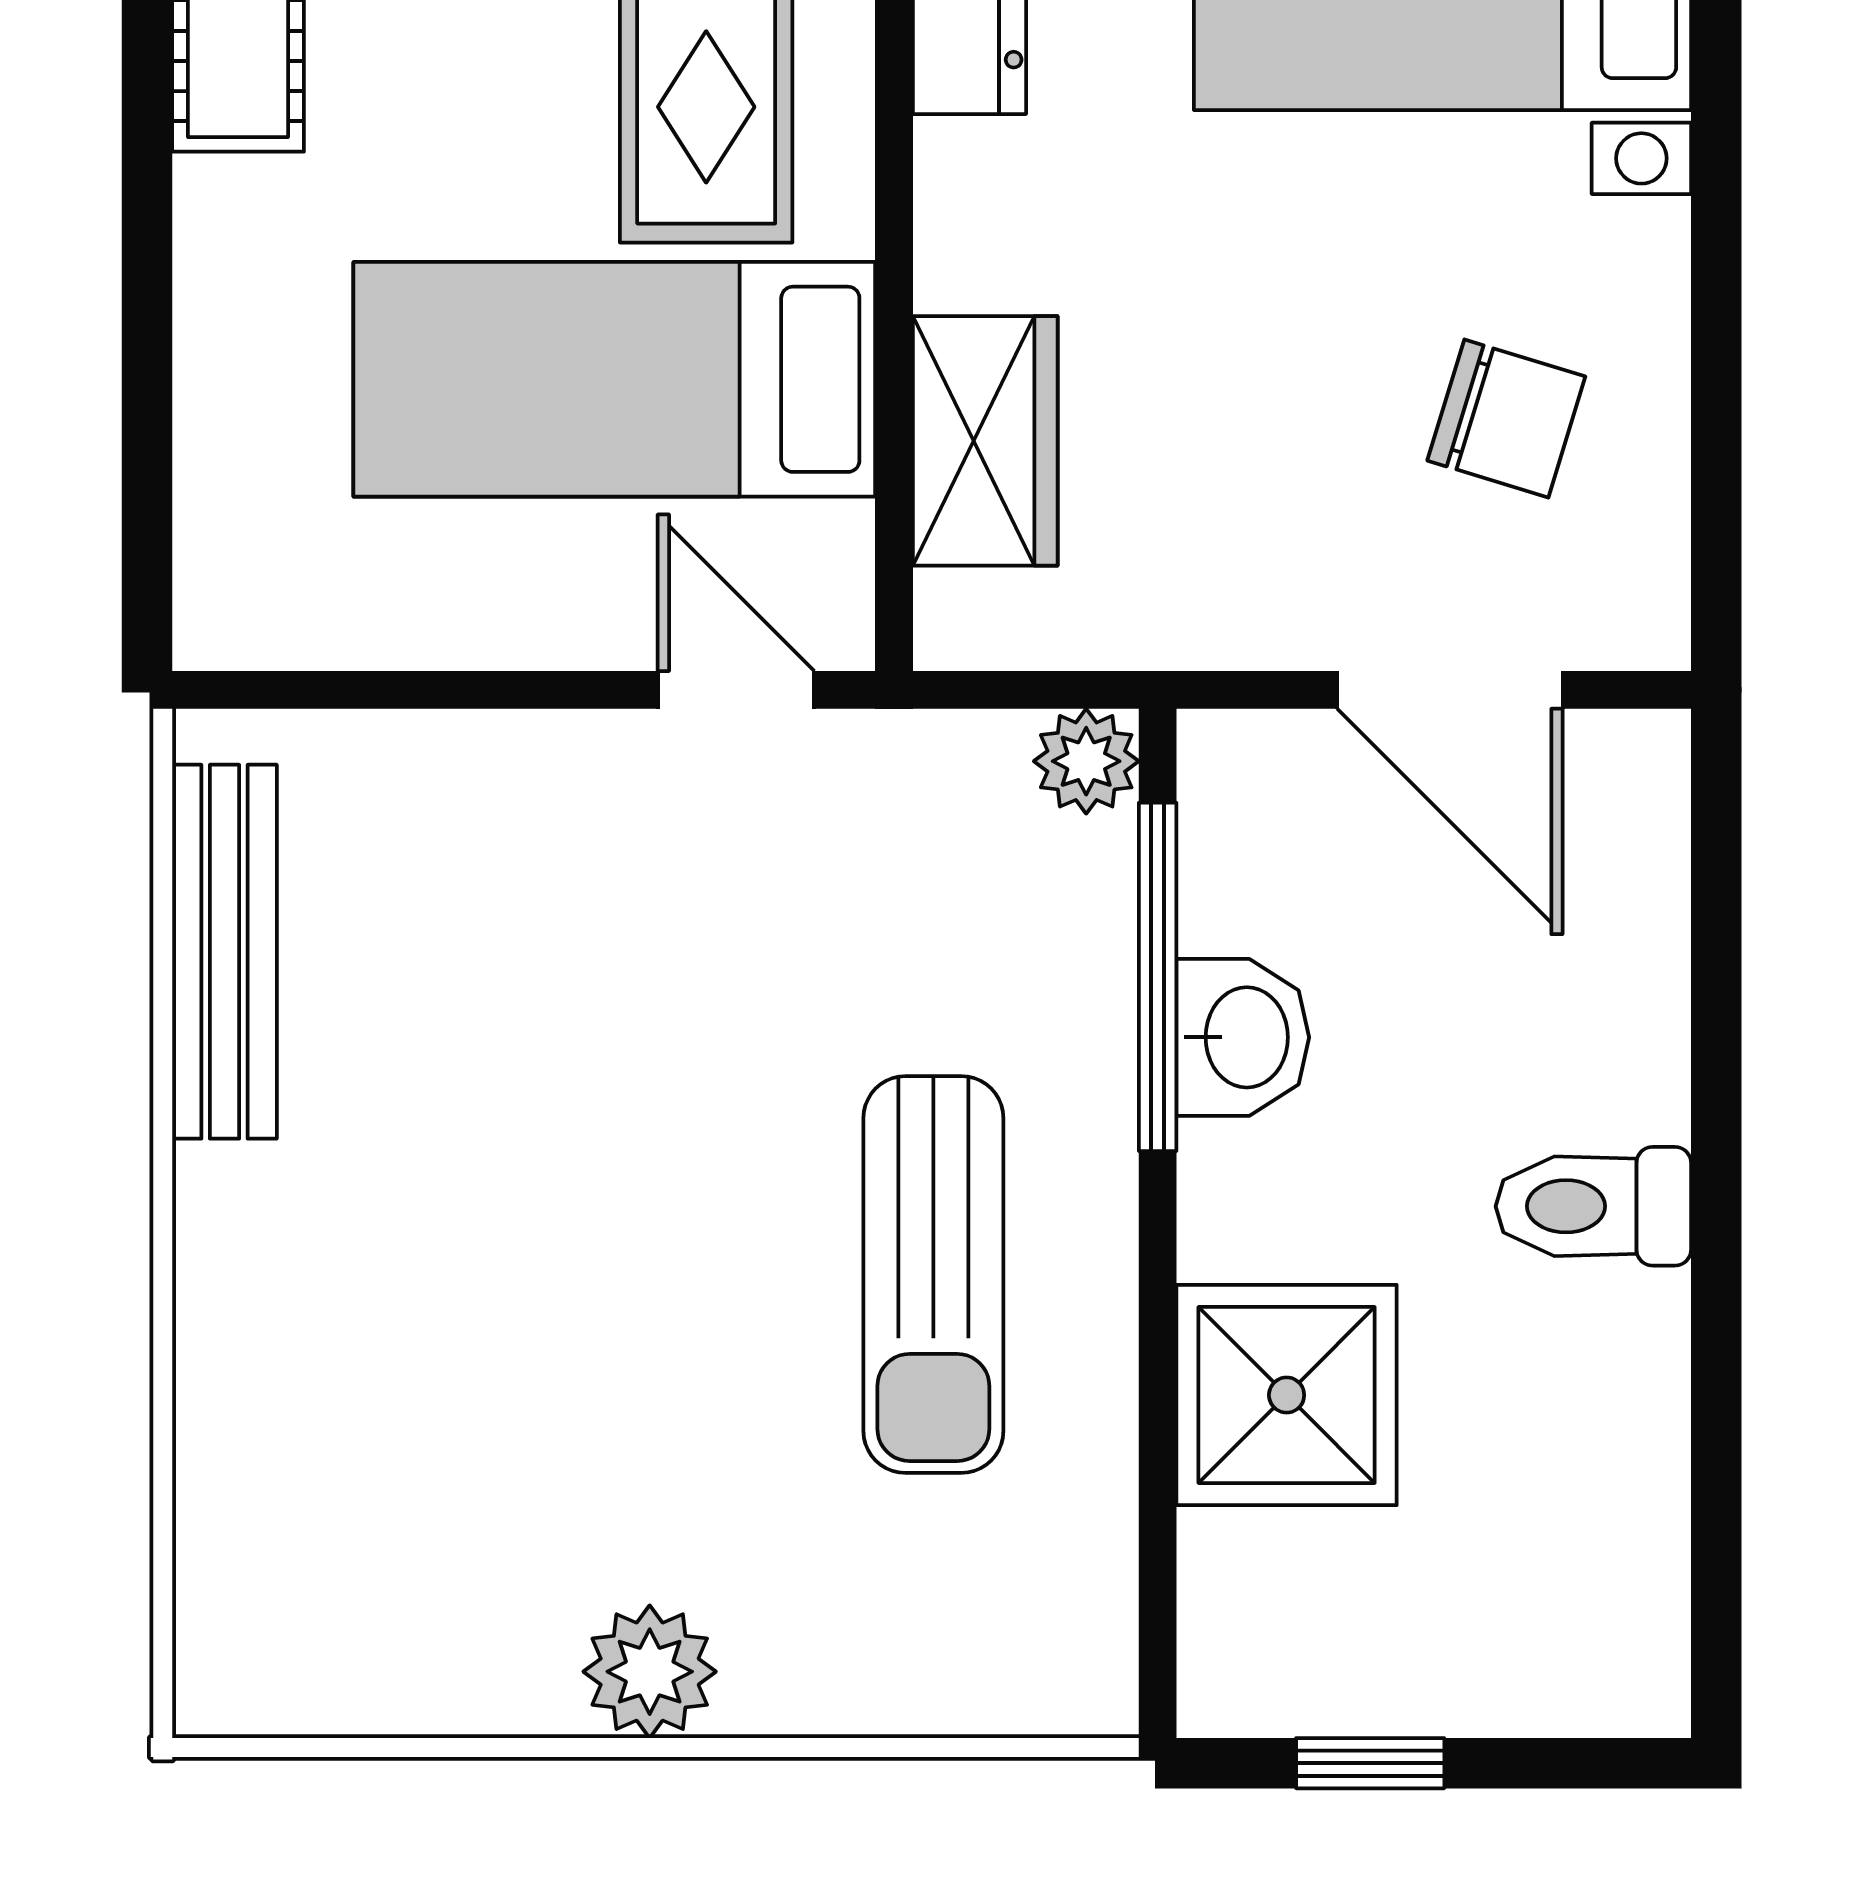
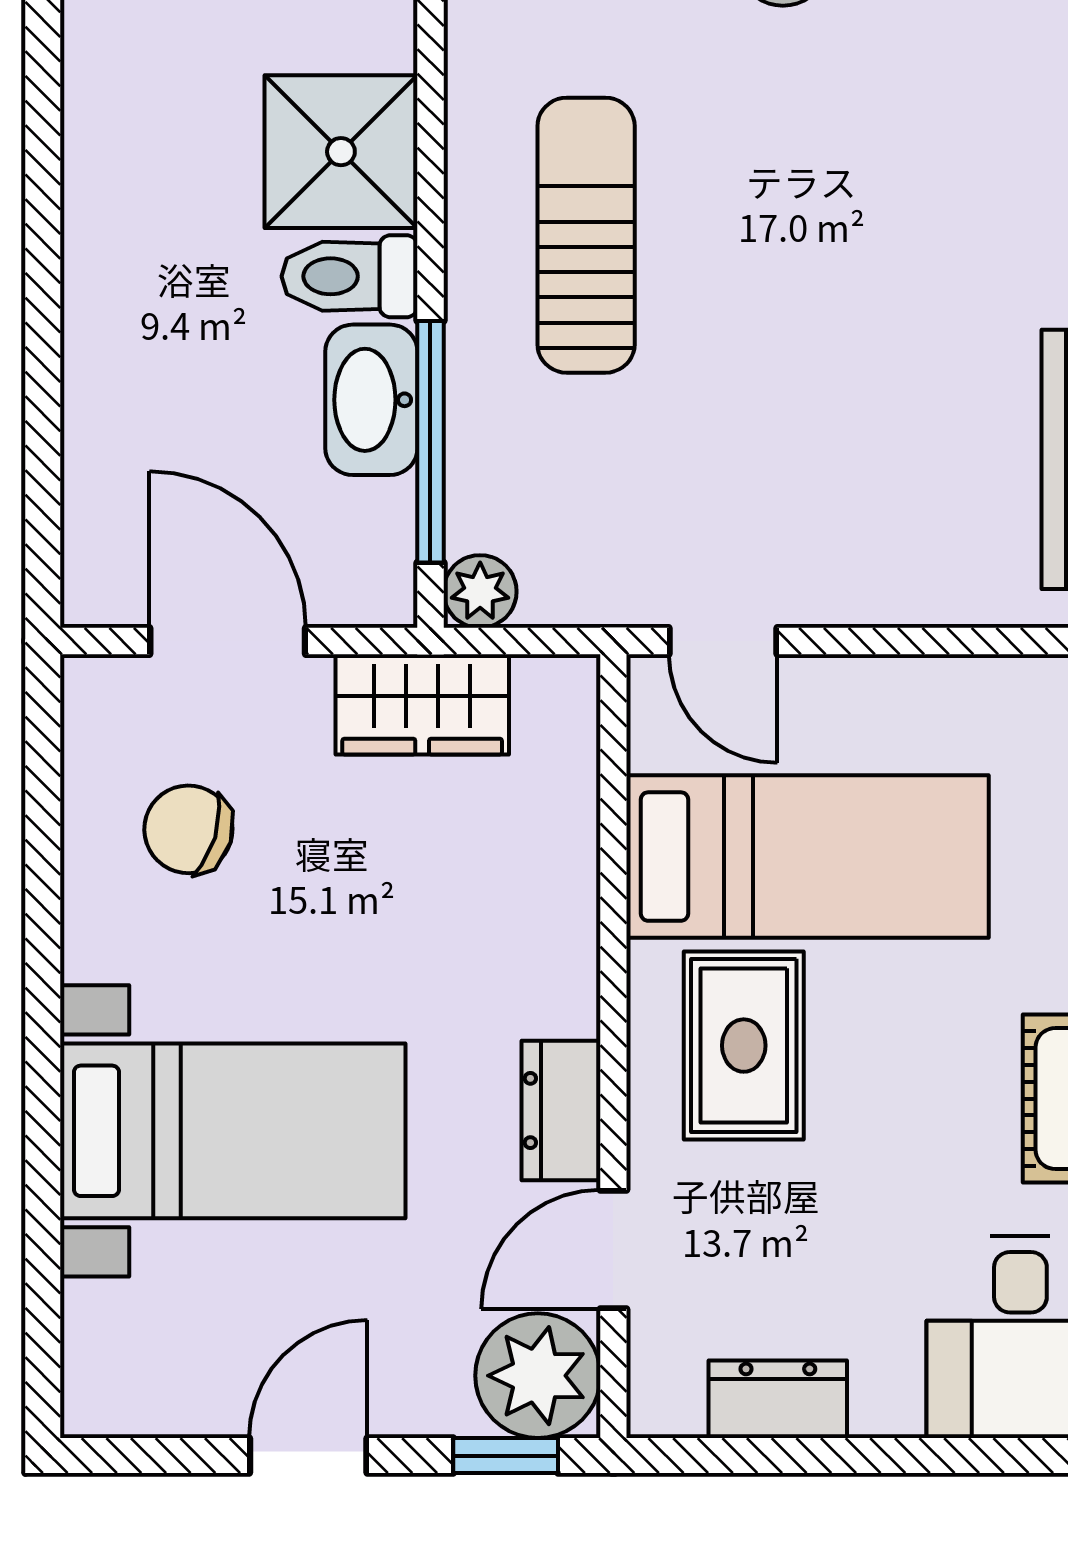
wardrobe: (985, 441) -> (422, 704), moved, turned -90
washbasin: (1243, 1037) -> (371, 400), width x1.38
toilet: (1593, 1206) -> (350, 276), moved, turned 180

